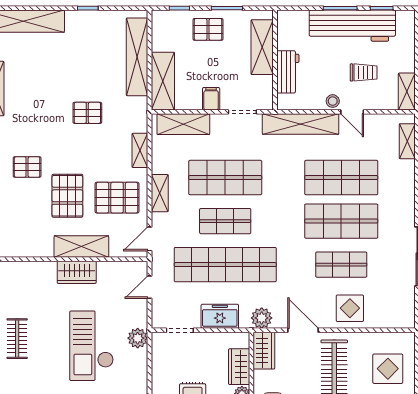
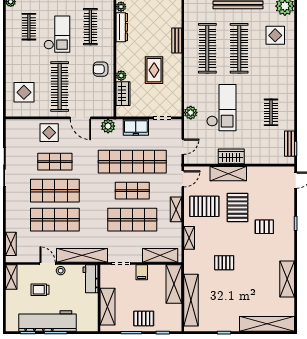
workbench: (288, 72) -> (91, 279), moved
wardrobe: (264, 351) -> (106, 104), removed

